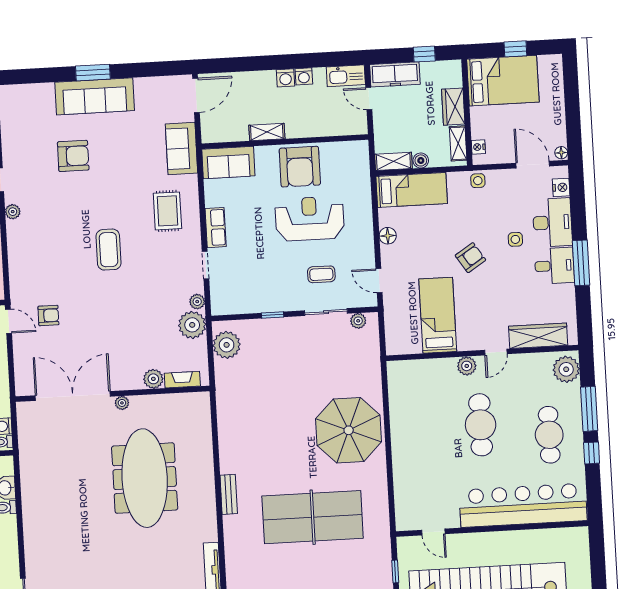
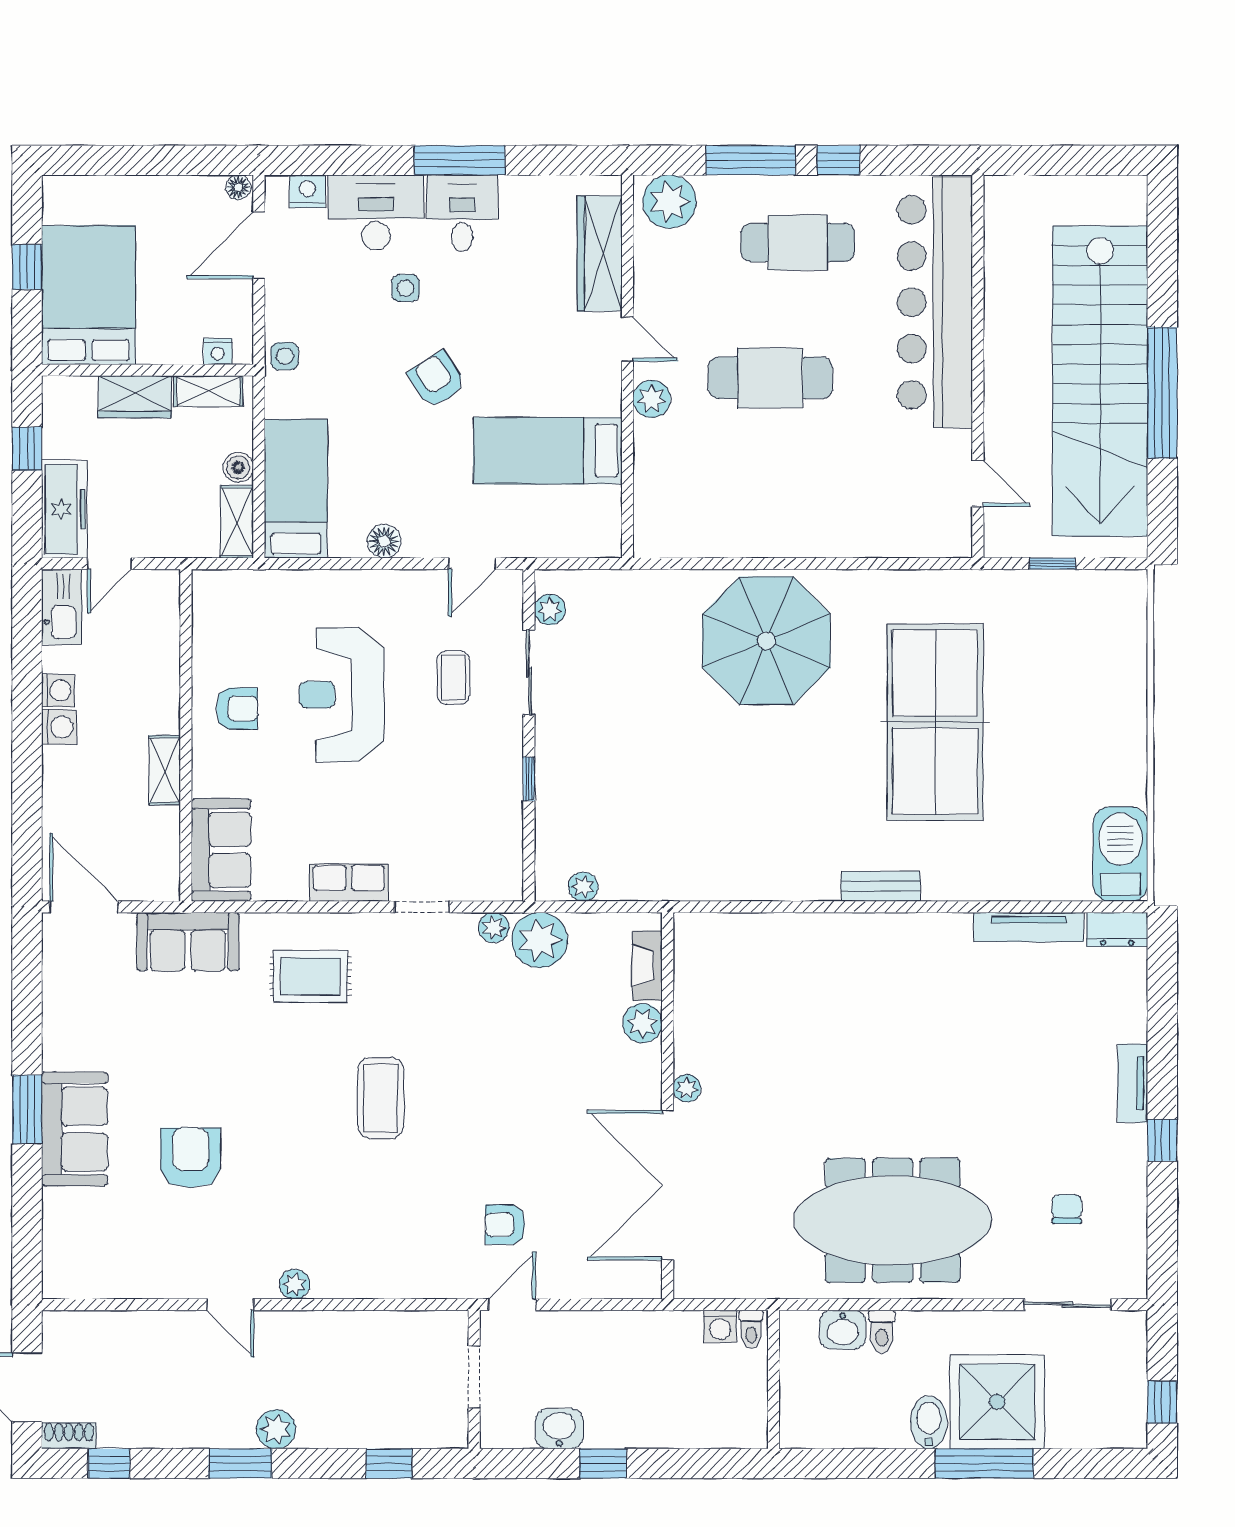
sofa: (95, 96) -> (75, 1129), width x0.73
armchair: (300, 167) -> (237, 709), width x0.53, depth x0.53
coffee table: (108, 250) -> (381, 1098), turned 90
armchair: (48, 315) -> (505, 1225), turned -90
plant: (227, 345) -> (583, 887), width x0.53, depth x0.53
meeting table: (145, 478) -> (893, 1220), moved
door: (433, 532) -> (978, 484), hinge flipped

